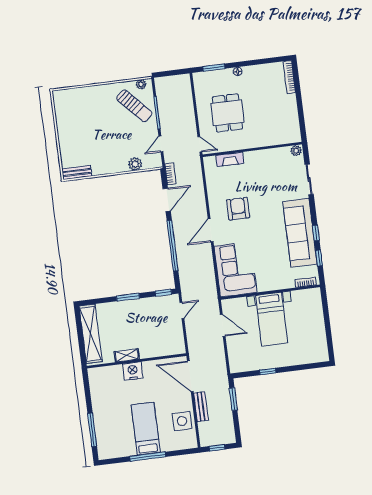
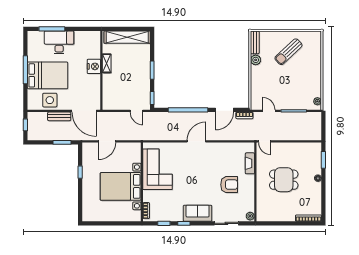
sun lounger: (134, 106) -> (288, 52), moved
dining table: (227, 113) -> (284, 180), moved
door: (200, 144) -> (265, 141), hinge flipped
plant: (135, 164) -> (256, 60), moved
door: (167, 200) -> (224, 110), hinge flipped
armchair: (238, 209) -> (229, 185), moved
door: (211, 230) -> (196, 141), hinge flipped
sofa: (300, 233) -> (198, 213), width x0.54, depth x0.79
corner sofa: (235, 269) -> (158, 169), moved, turned -90
bed with nightstands: (272, 319) -> (121, 186), width x1.36
door: (223, 325) -> (107, 141), moved
door: (190, 376) -> (84, 111), swing flipped
desk: (108, 419) -> (59, 42), added
bed: (146, 429) -> (48, 75), width x1.50

